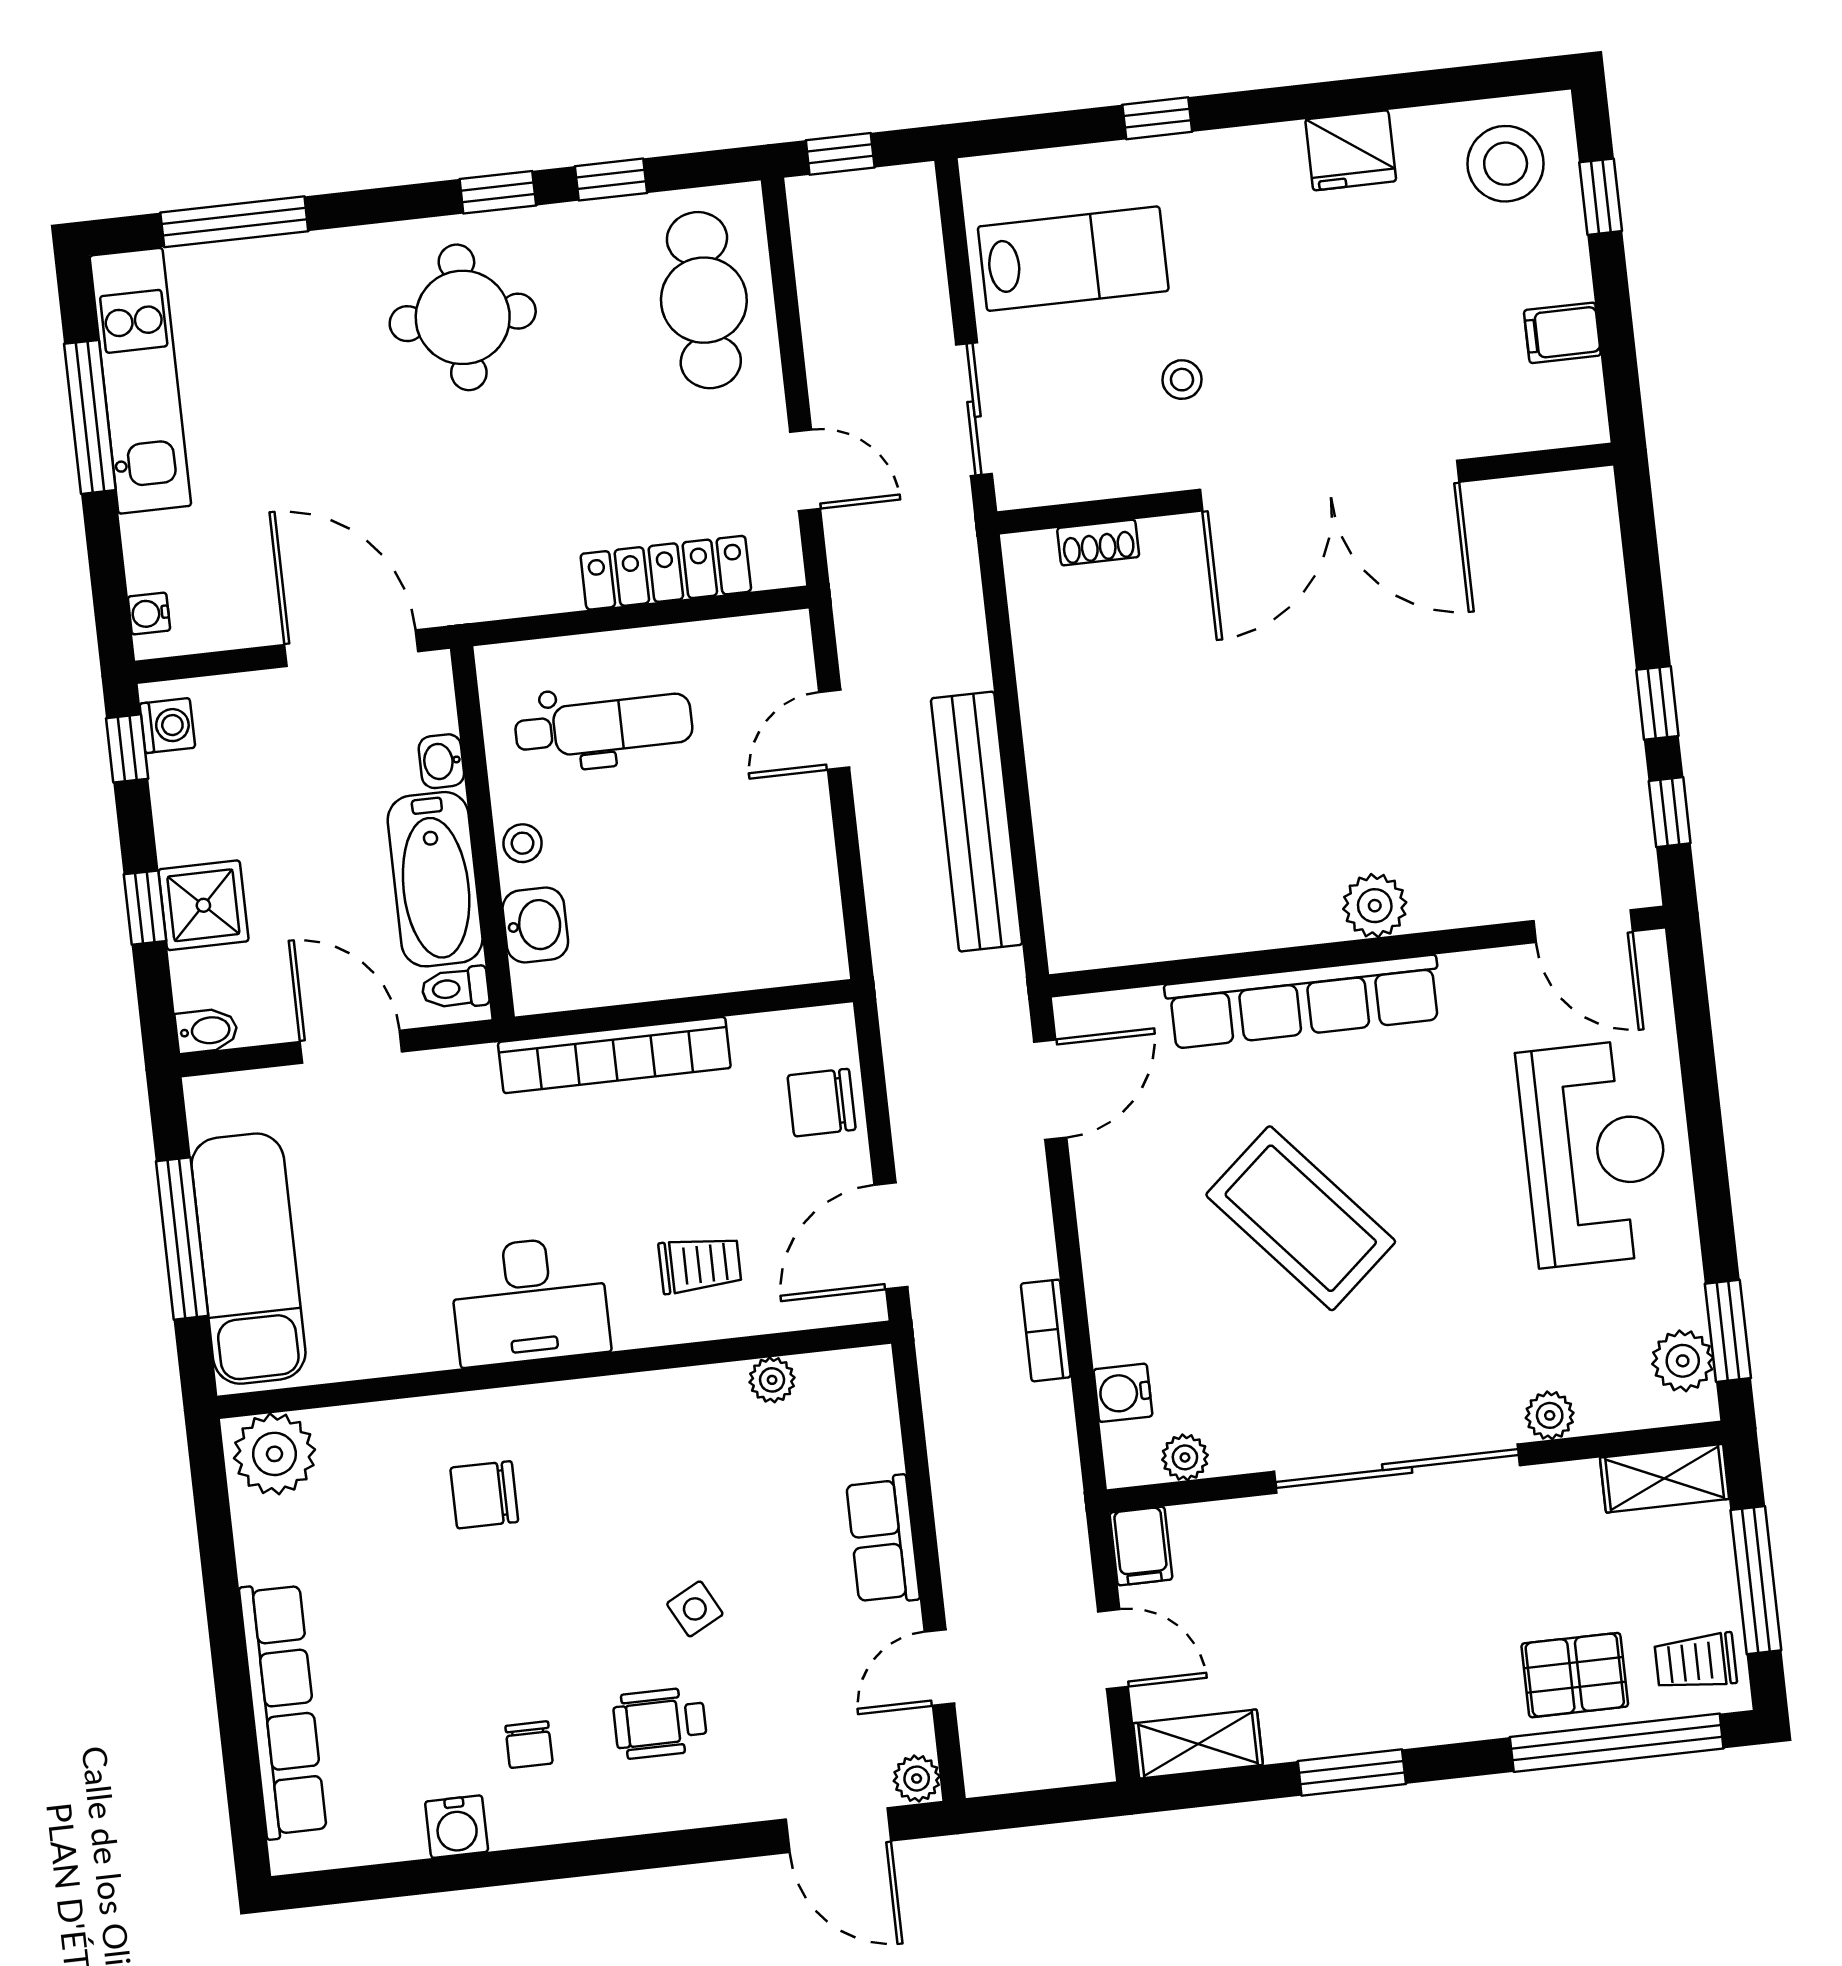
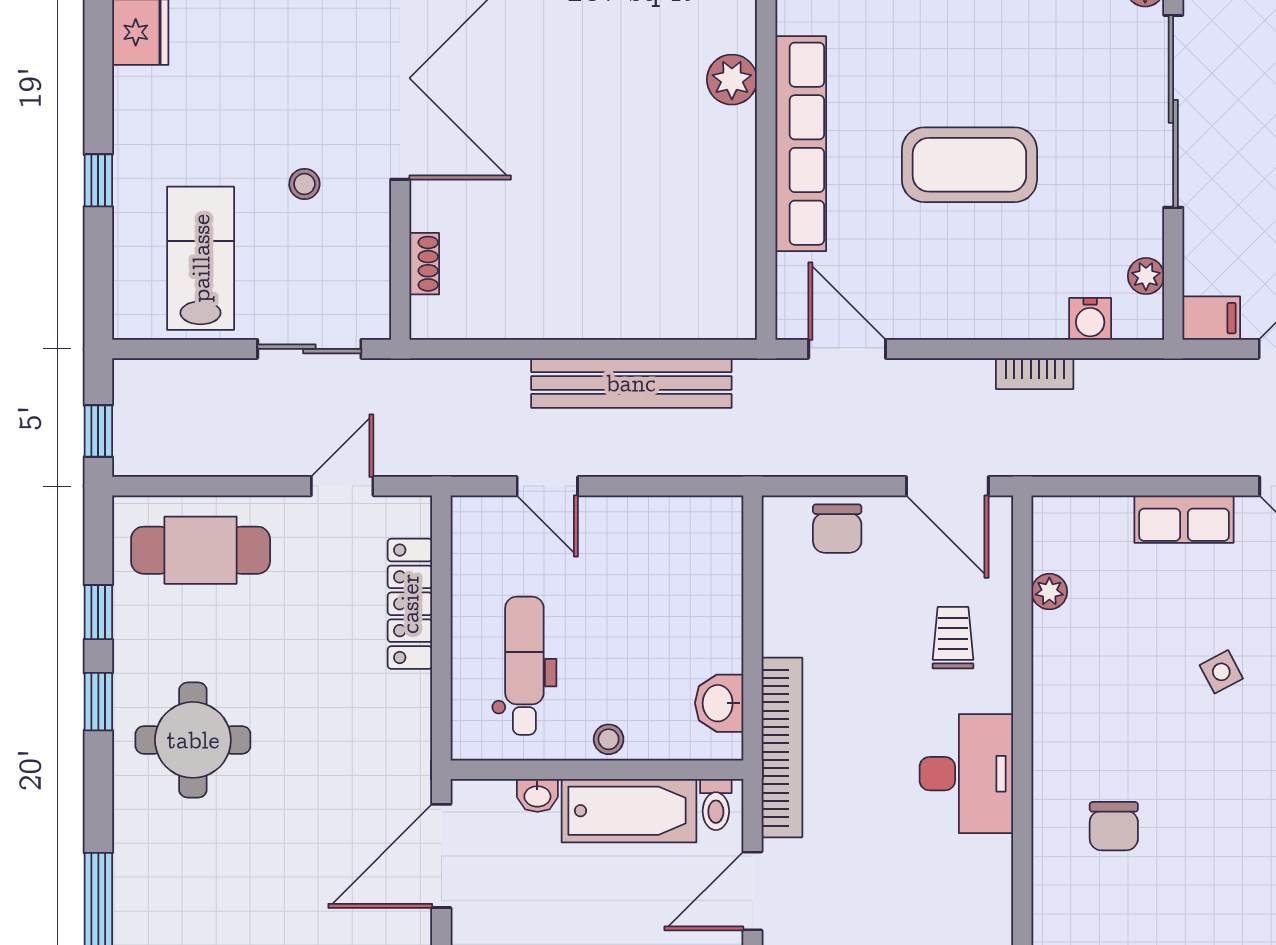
washbasin: (535, 925) -> (719, 703), moved, turned -90
bookcase: (614, 1055) -> (782, 748), moved
coffee table: (1301, 1218) -> (969, 165), turned 41

